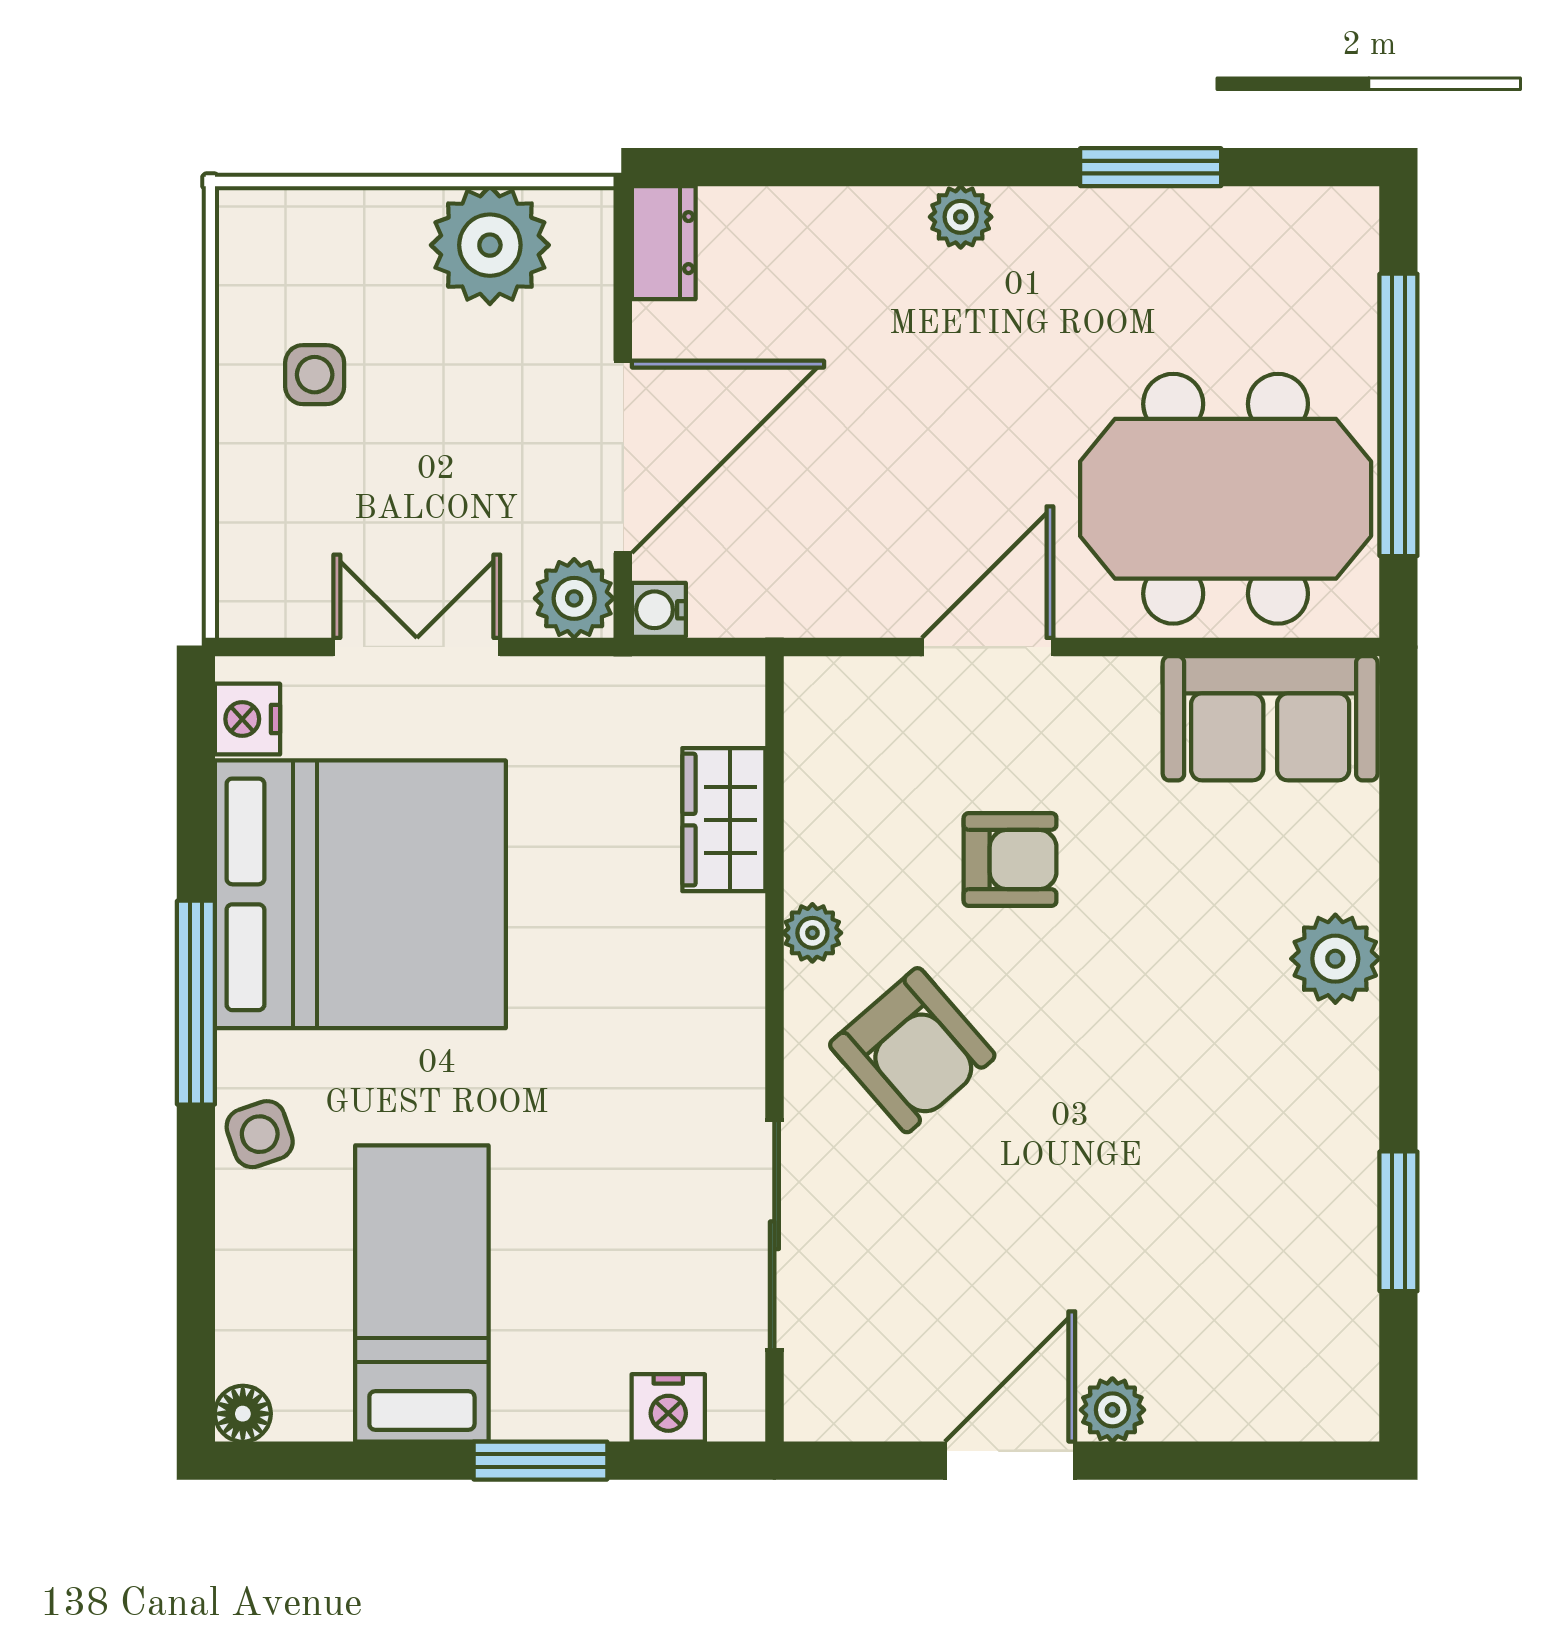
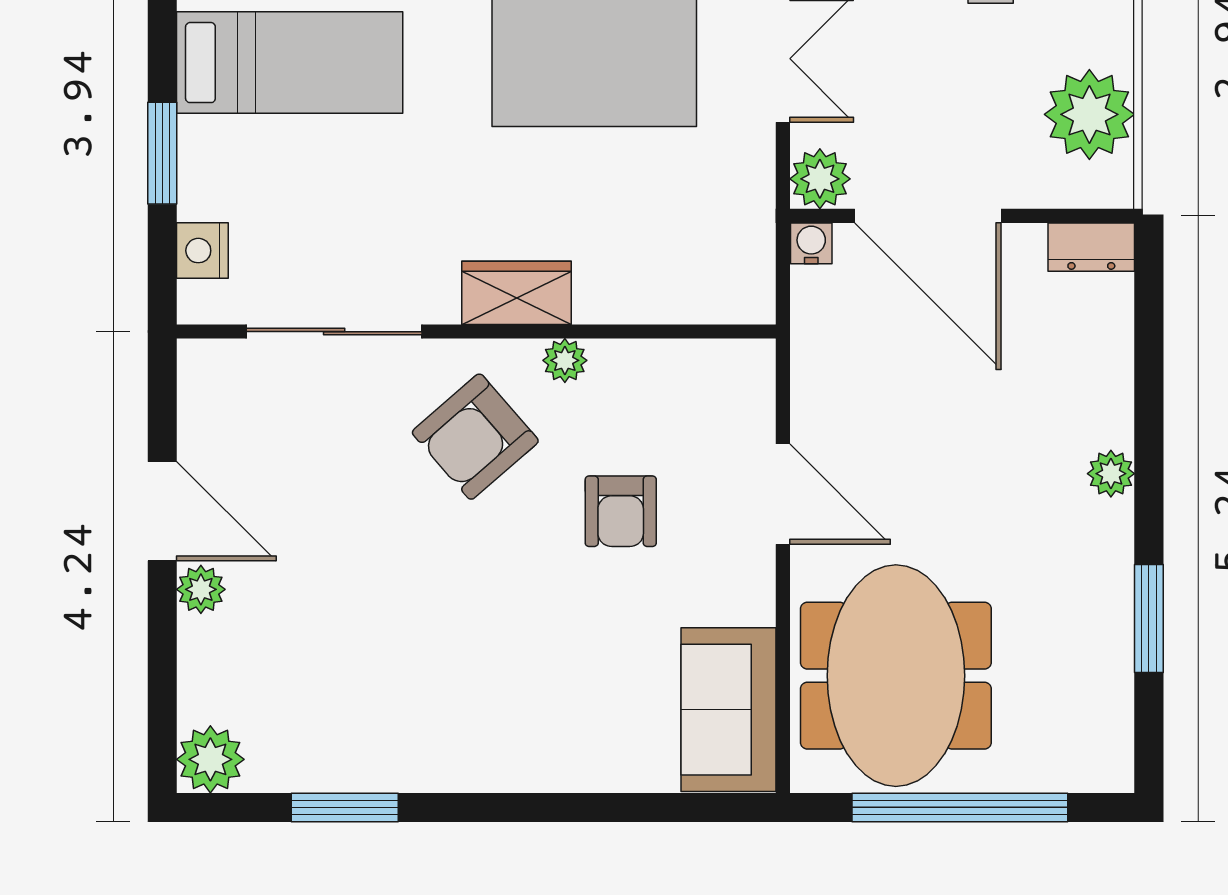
wardrobe: (724, 820) -> (516, 293), moved
plant: (1335, 959) -> (210, 759), moved

